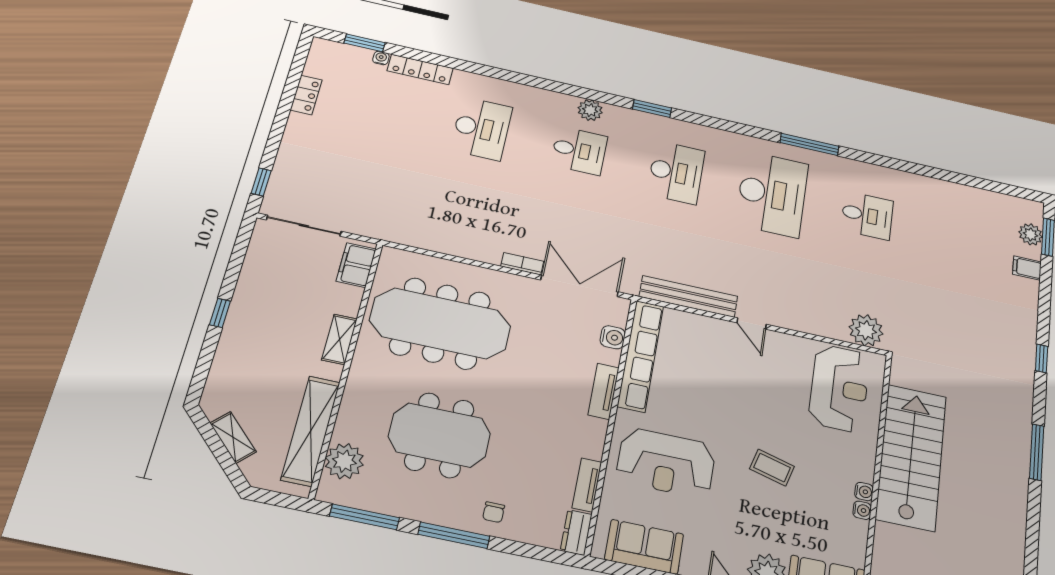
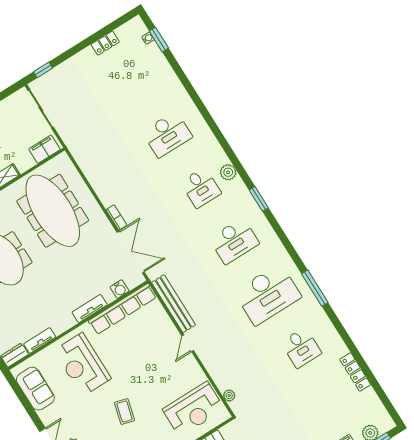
water cooler: (381, 58) -> (148, 38), moved
locker: (420, 69) -> (355, 372), moved
plant: (866, 330) -> (229, 396), width x0.53, depth x0.53

